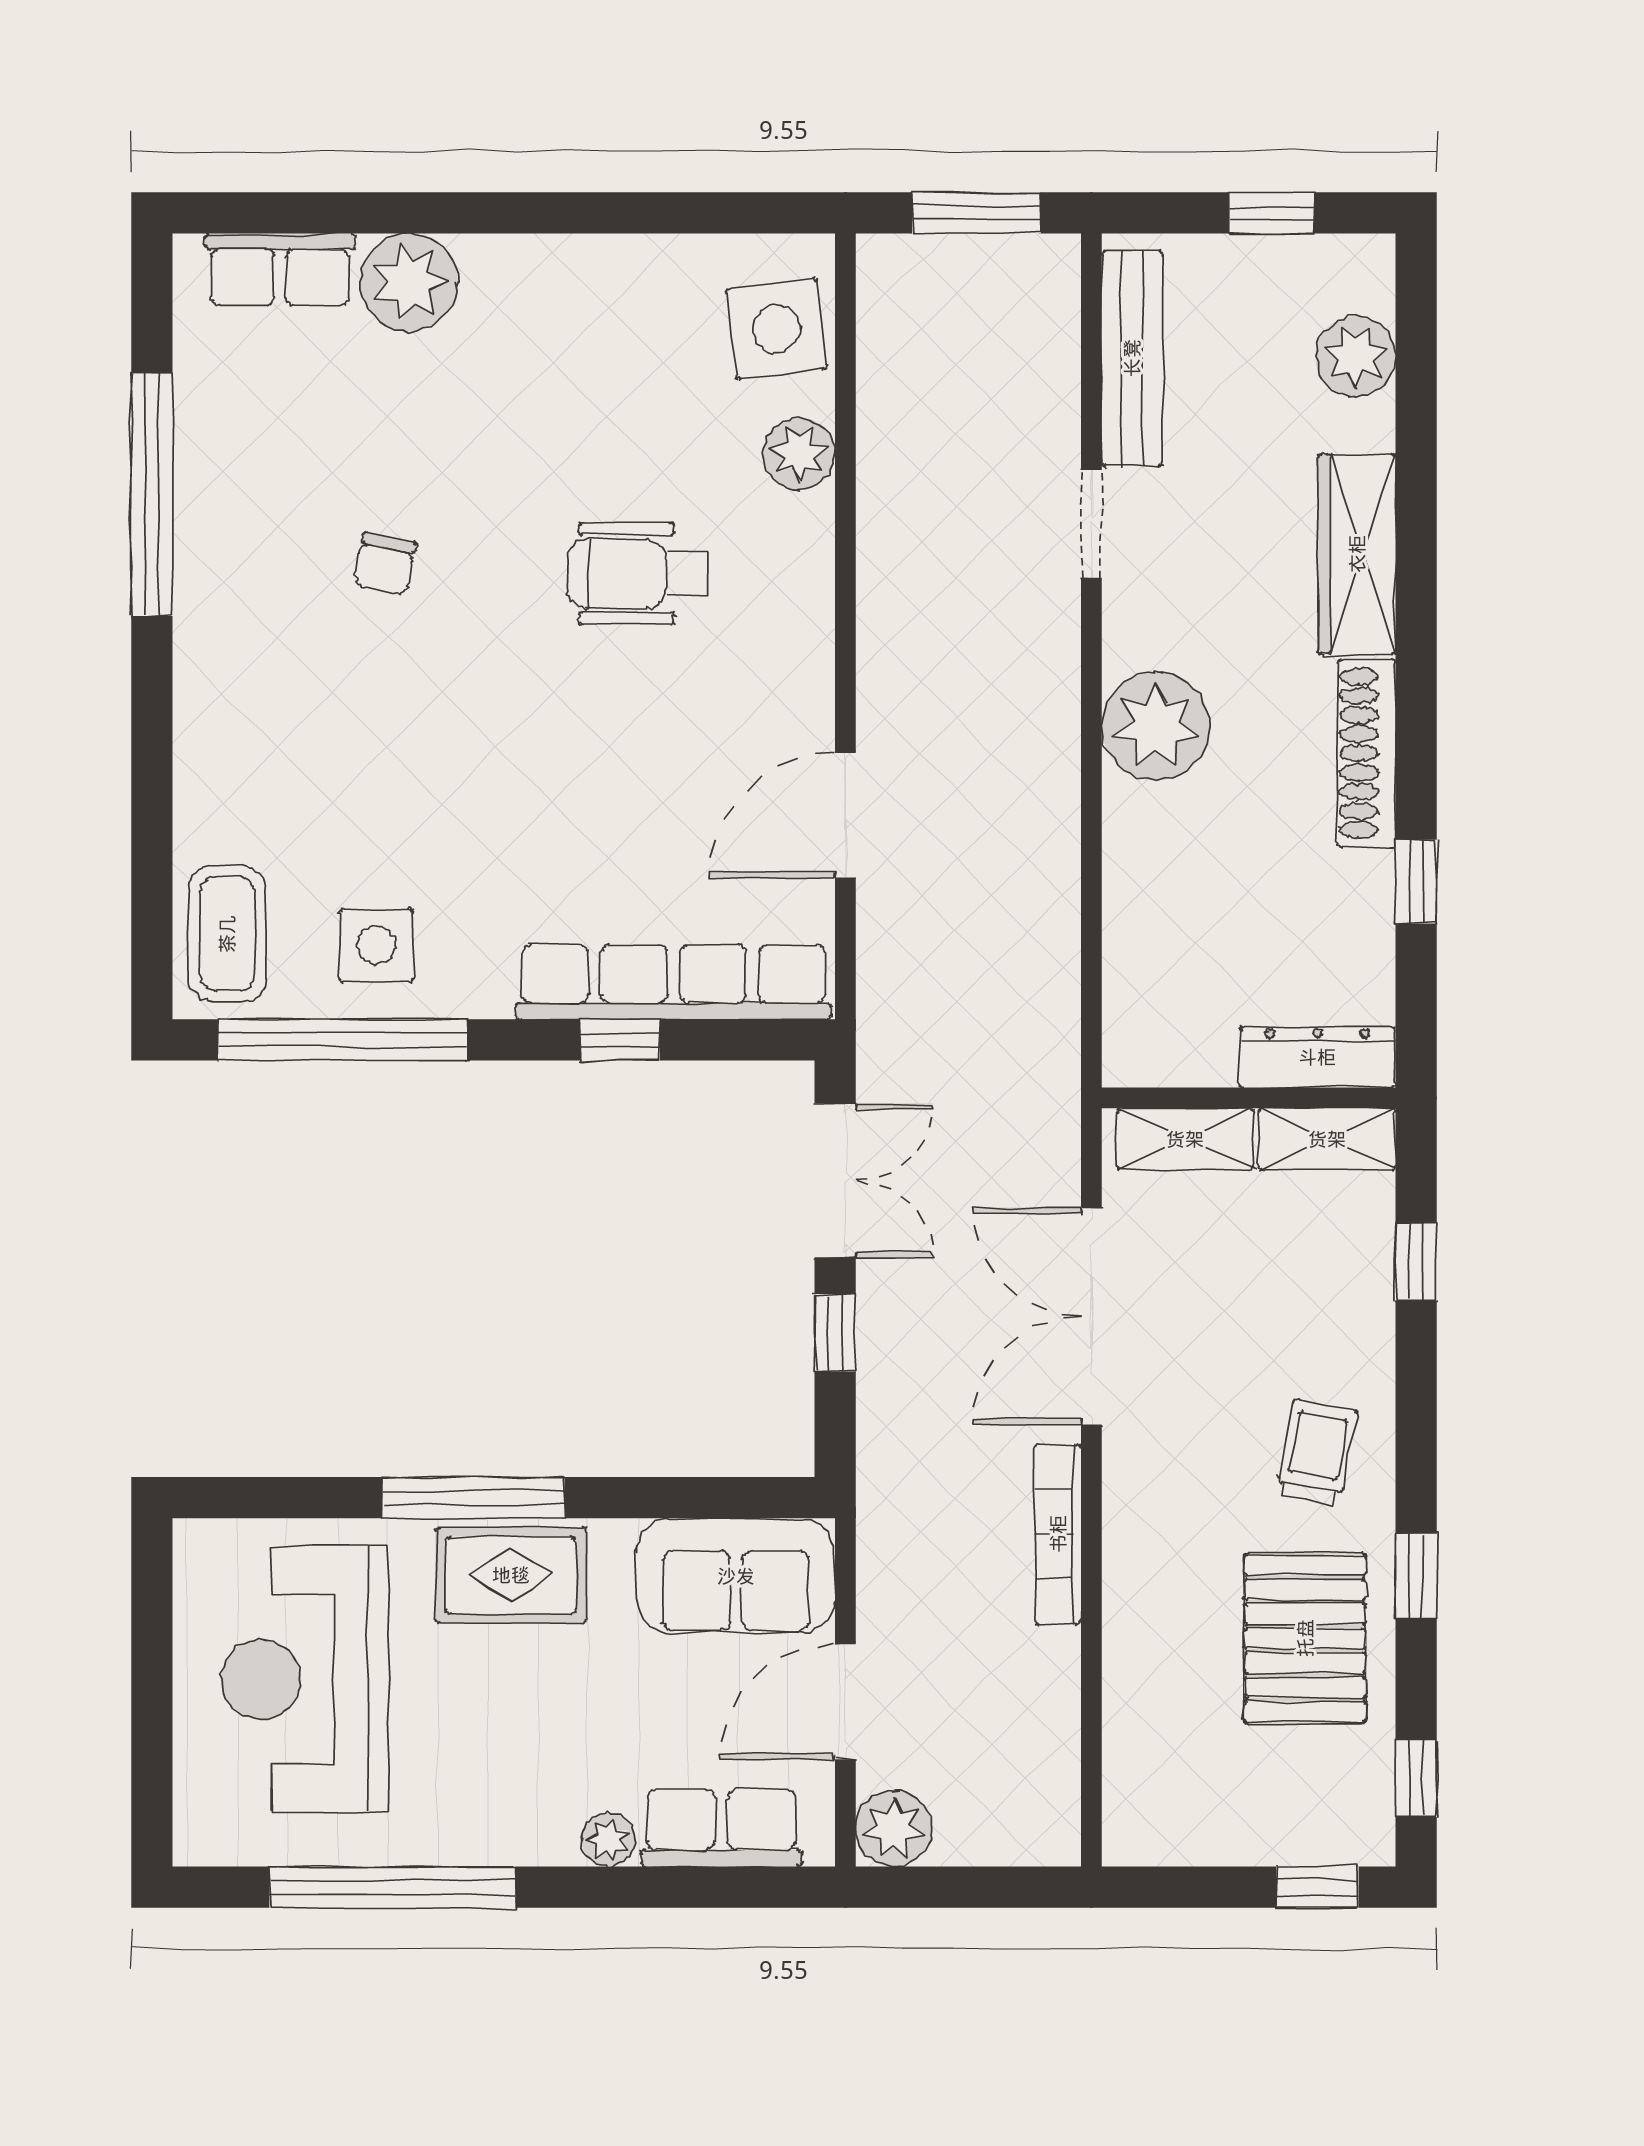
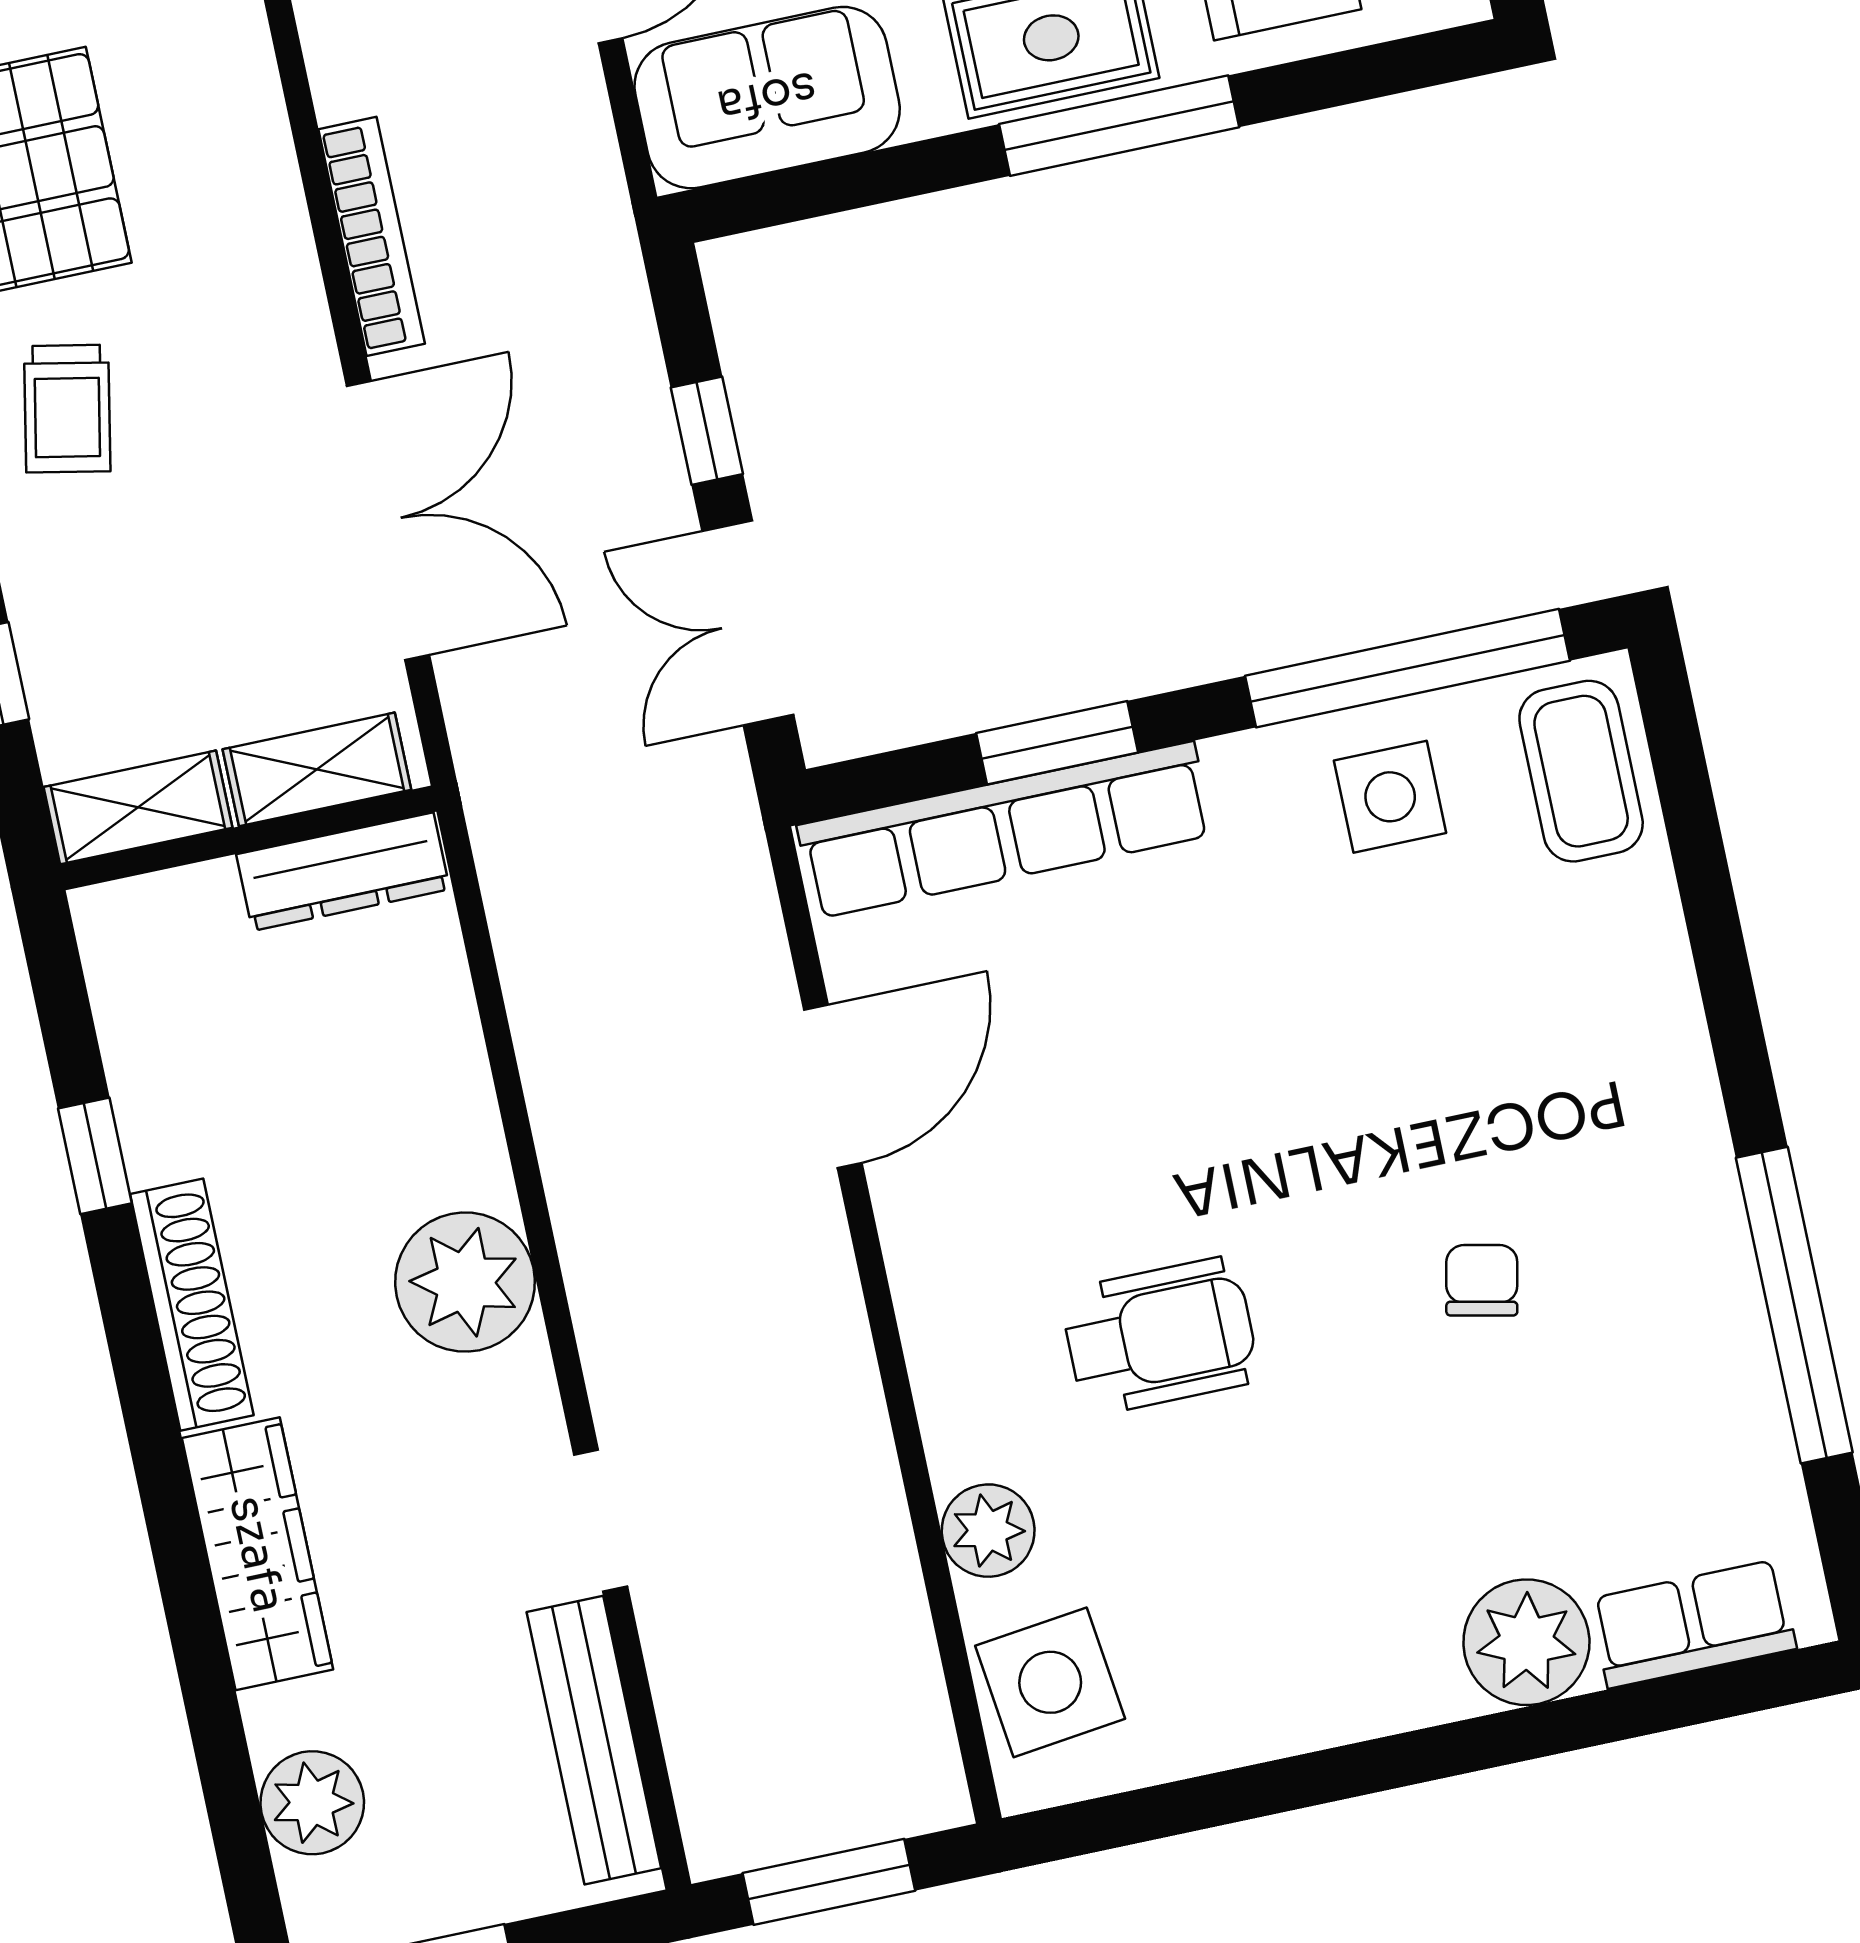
window: (620, 1040) -> (1057, 743), width x1.50
dresser: (1317, 1057) -> (343, 872), moved

